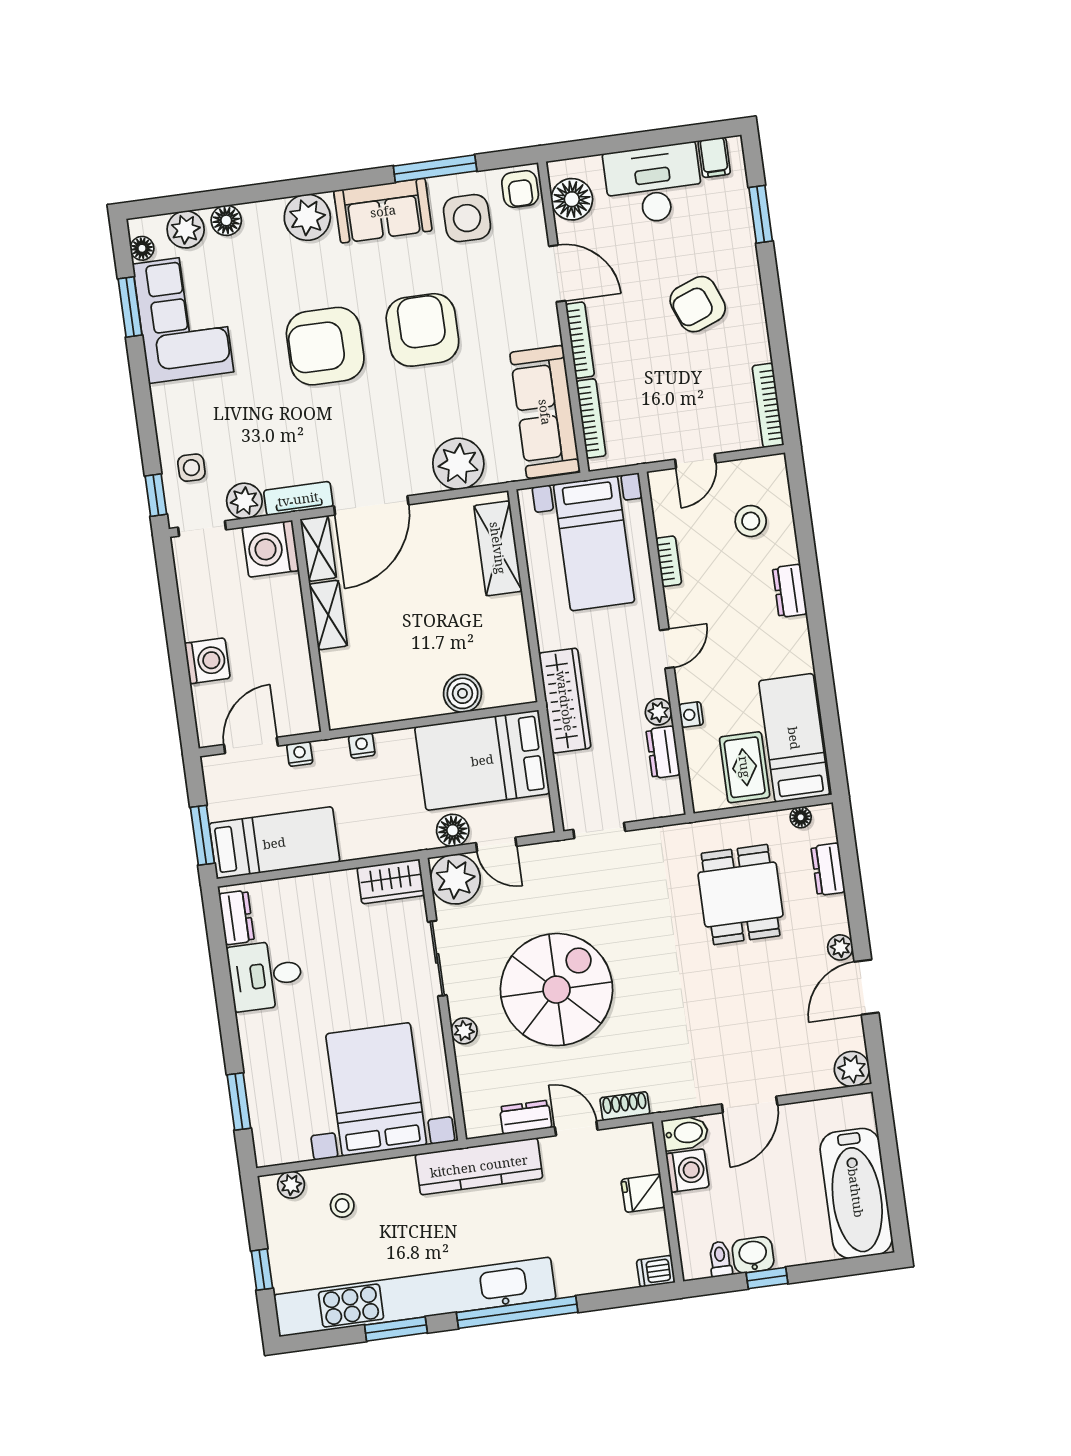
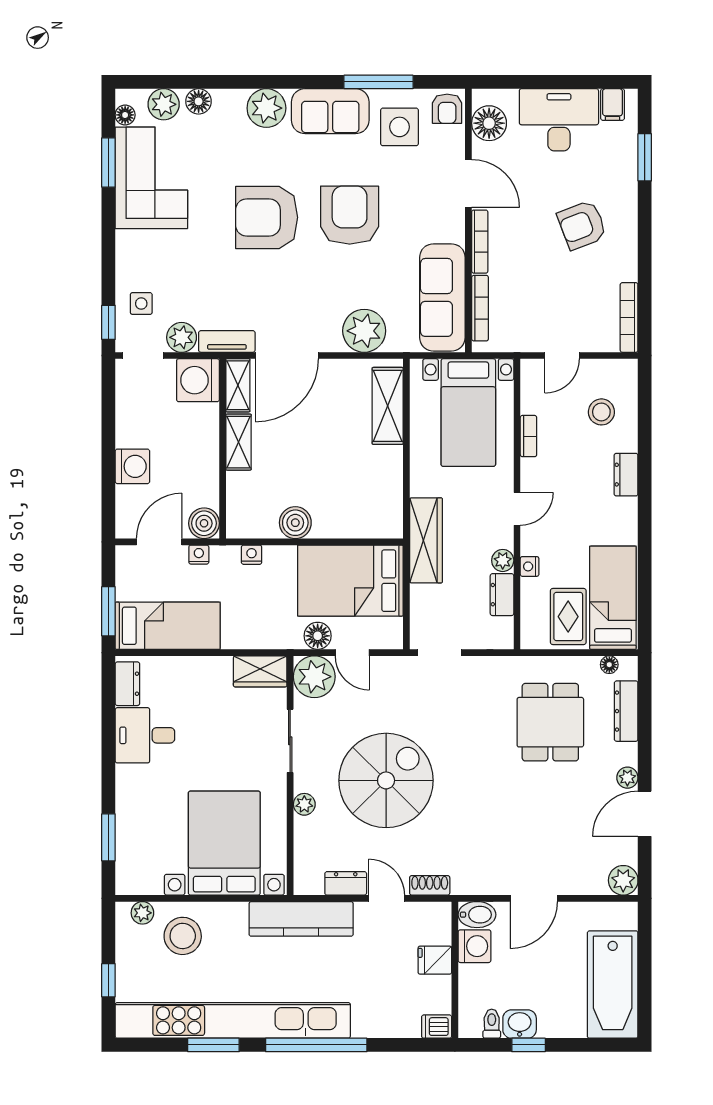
boiler: (462, 693) -> (295, 523), moved
boiler: (301, 716) -> (204, 523), added
dresser: (828, 869) -> (626, 711), width x1.44
stool: (342, 1206) -> (183, 936), width x1.89, depth x1.89

